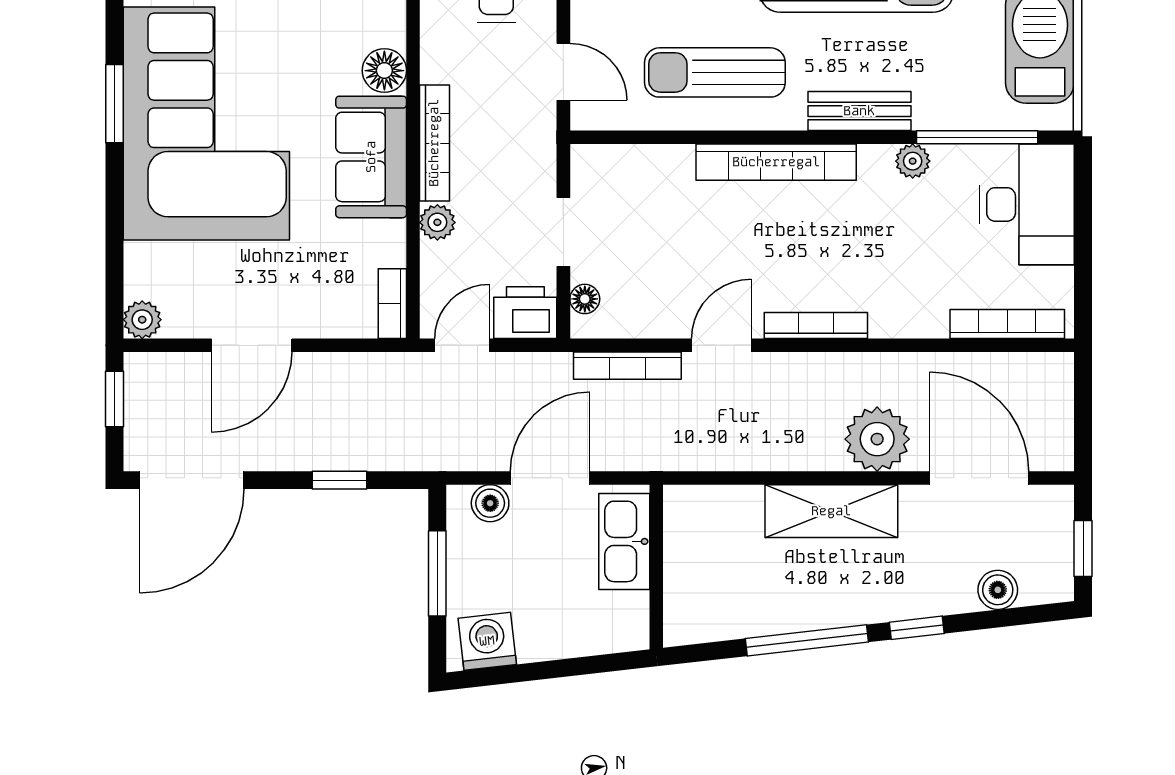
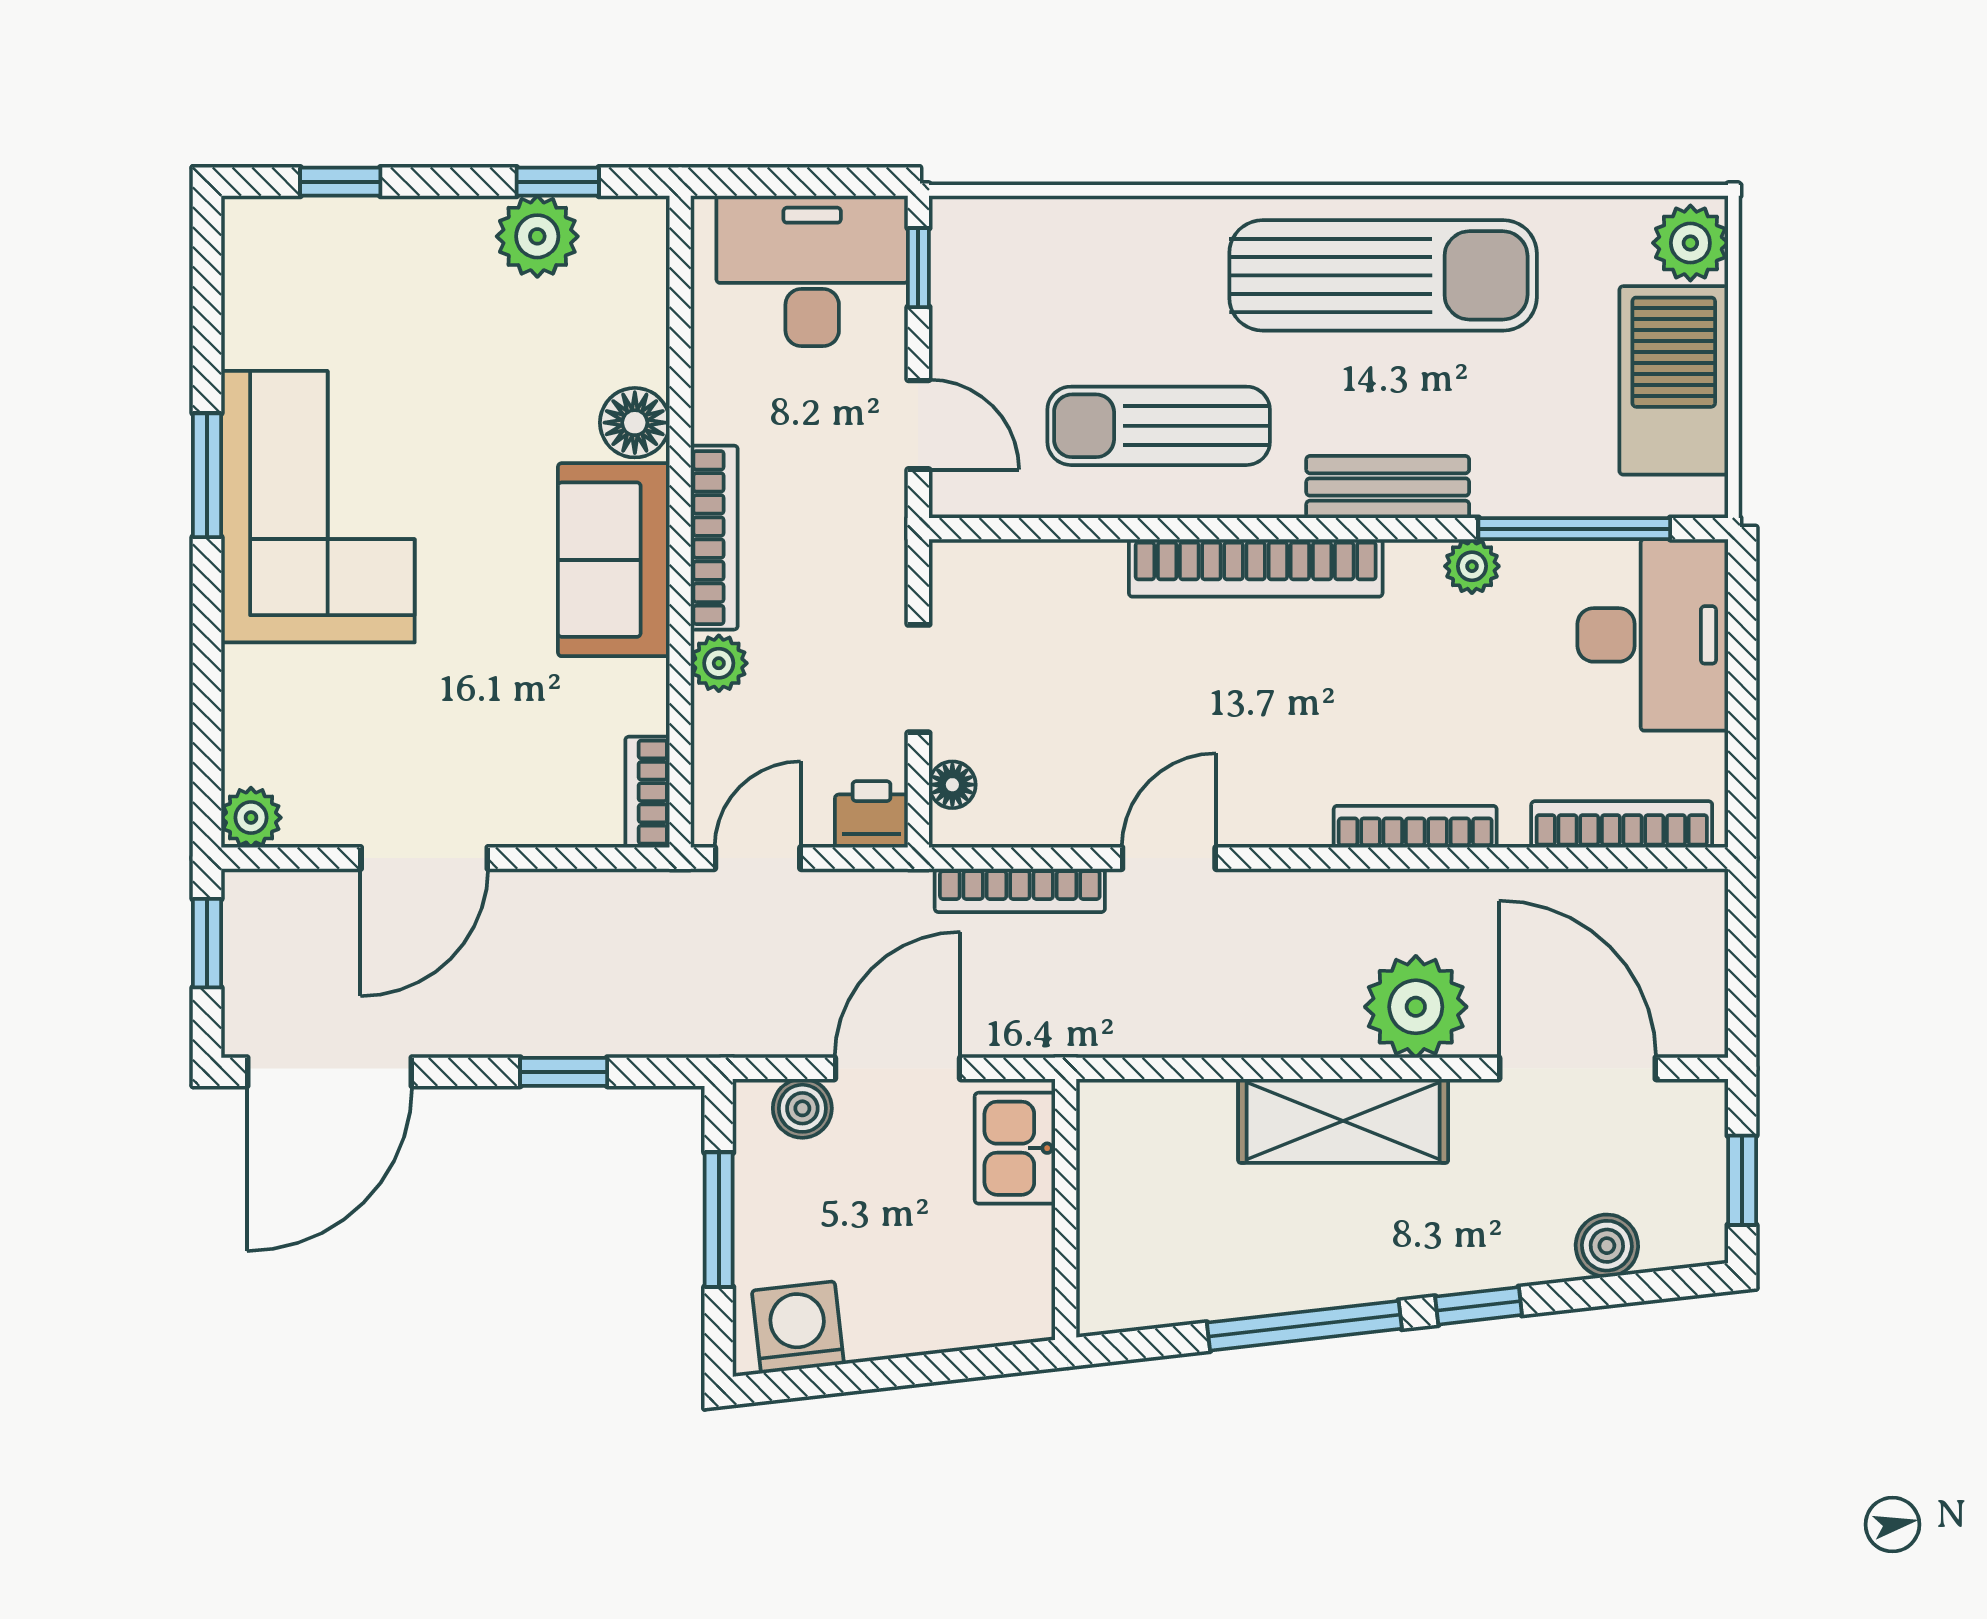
corner sofa: (206, 123) -> (318, 507), width x0.73, depth x0.74
printer: (525, 313) -> (871, 814), width x0.73, depth x0.81
bookcase: (816, 325) -> (1415, 827), moved
kitchen sink: (624, 541) -> (1015, 1148), width x0.73

